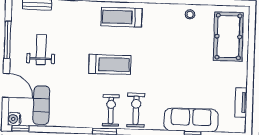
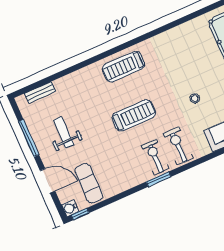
stool: (190, 14) -> (195, 98), moved

